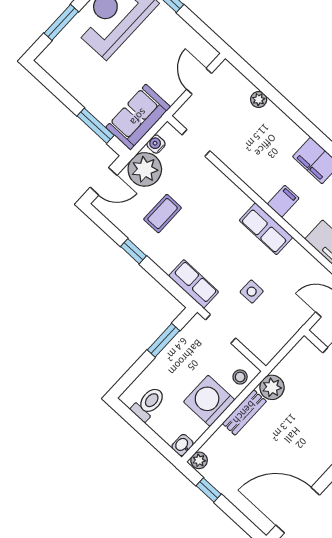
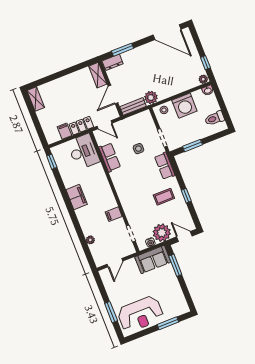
filing cabinet: (283, 201) -> (114, 214), moved
coffee table: (163, 214) -> (164, 197), moved
row of seats: (266, 229) -> (110, 157), moved
bench: (244, 412) -> (133, 106), moved

